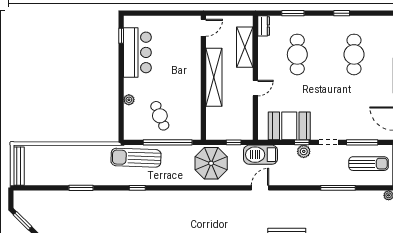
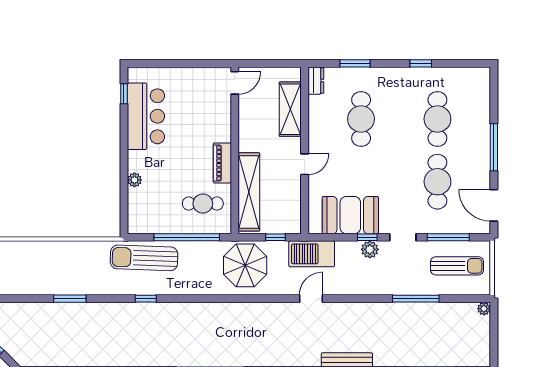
shelving: (214, 77) -> (249, 192), moved
piano: (194, 87) -> (222, 163), added
cafe table: (354, 101) -> (437, 182), added
cafe table: (160, 116) -> (203, 204), moved, turned -68

